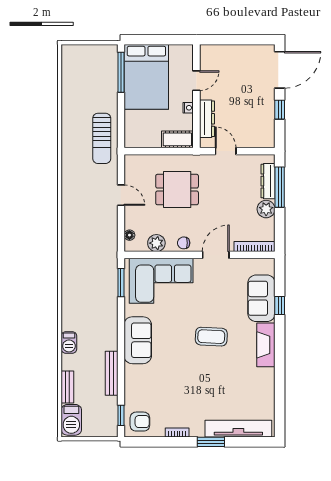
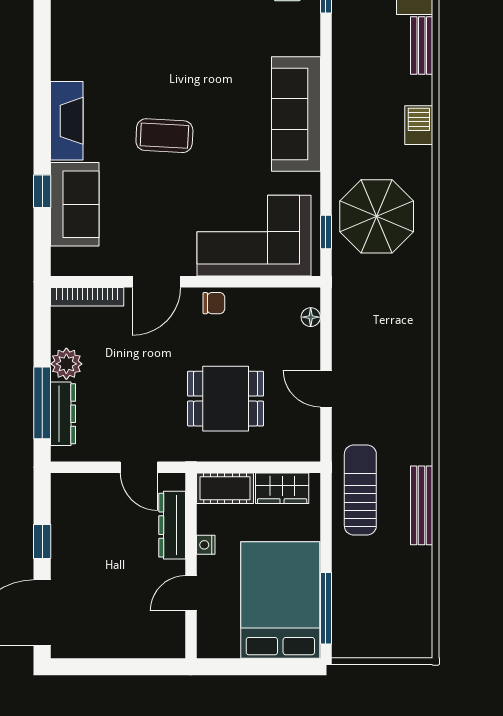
wardrobe: (145, 139) -> (282, 488), added
plant: (156, 243) -> (263, 303), removed
window: (121, 283) -> (326, 232), width x0.67
parasol: (93, 291) -> (377, 216), added
sofa: (138, 340) -> (296, 114), width x1.36
bench: (112, 373) -> (422, 505), moved

